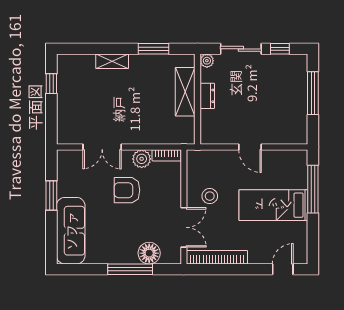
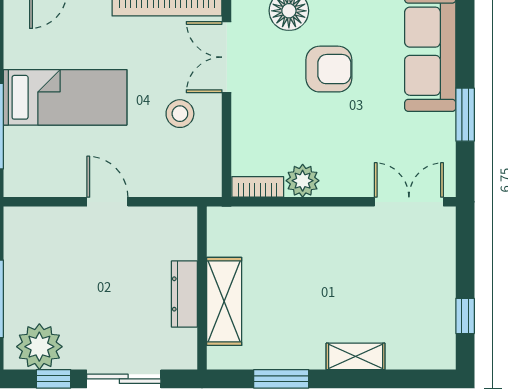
plant: (207, 61) -> (39, 347), moved, width x1.87, depth x1.87
dresser: (207, 96) -> (184, 294), width x1.44
double door: (102, 147) -> (409, 202), moved
armchair: (127, 190) -> (329, 69), moved

